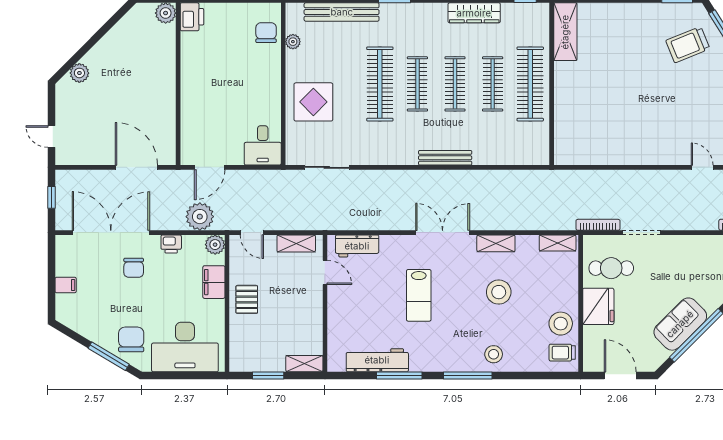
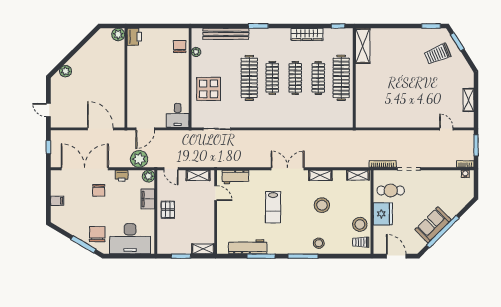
bench: (445, 158) -> (289, 123), removed

